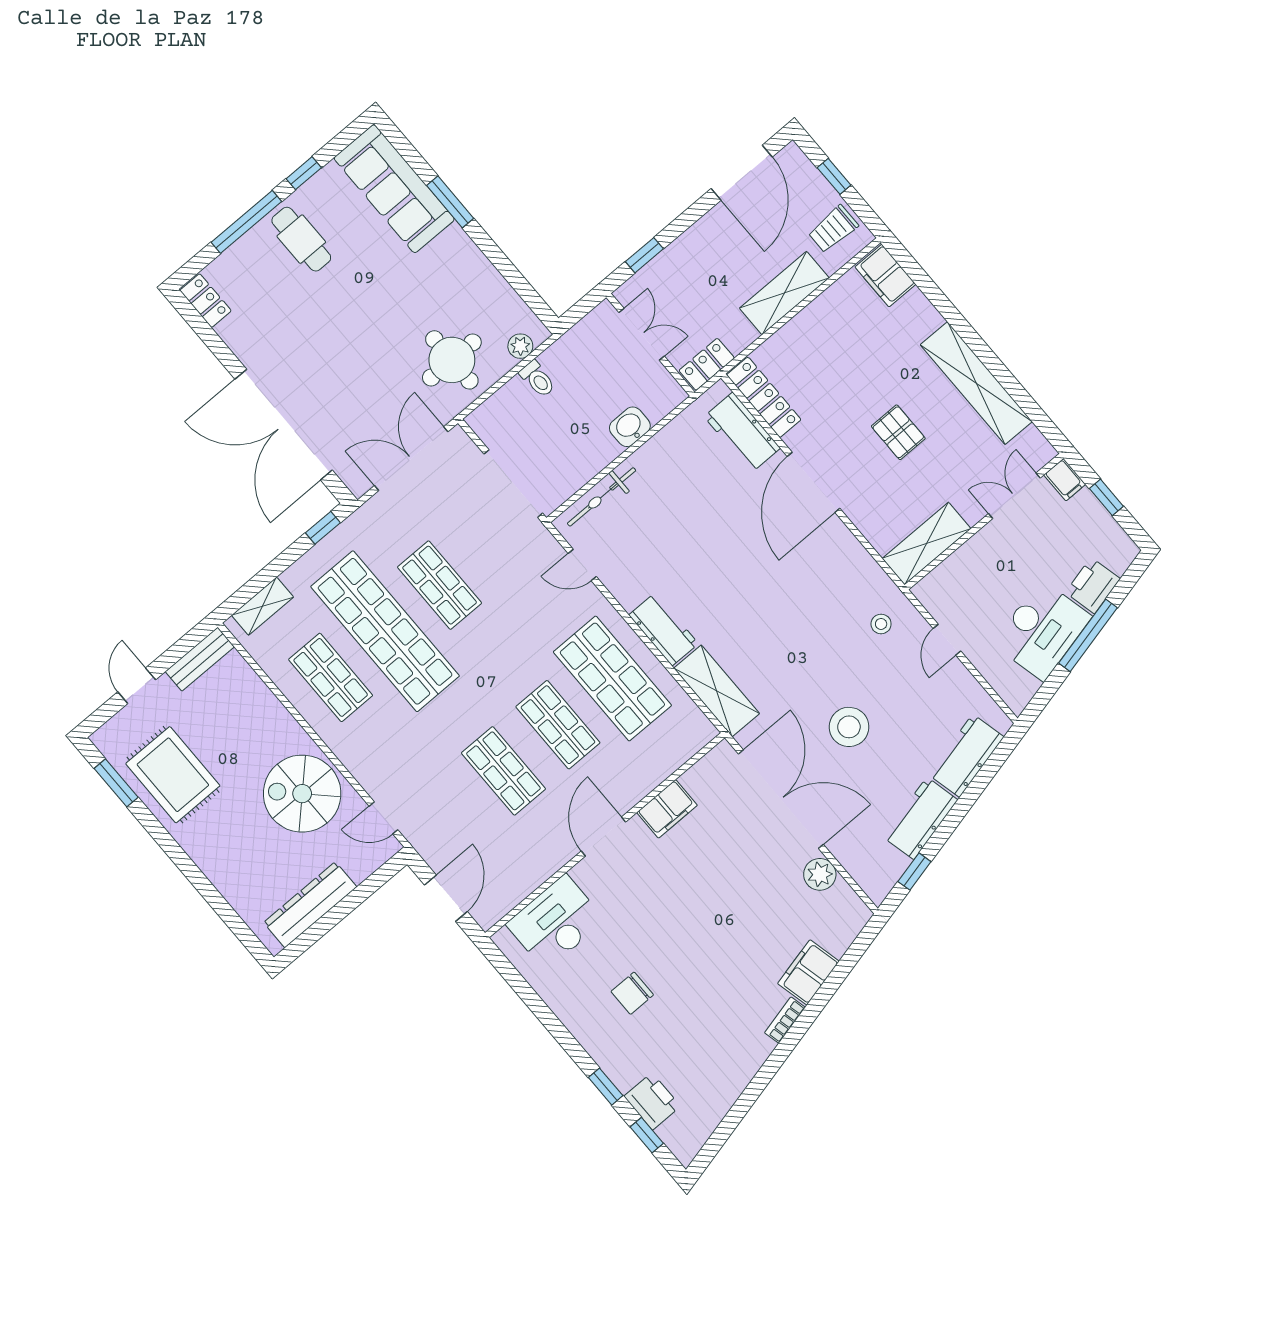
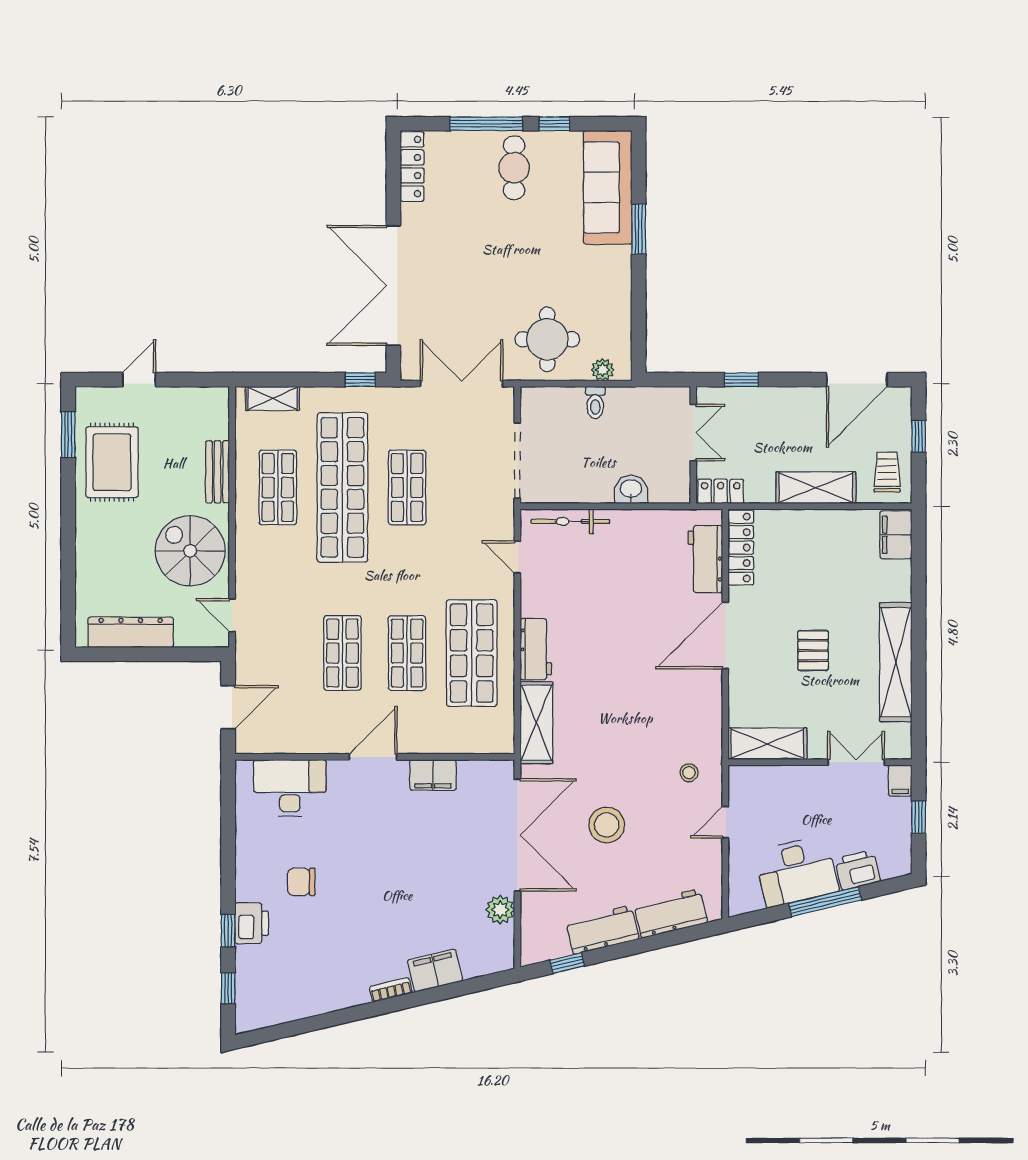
trolley: (833, 229) -> (887, 472), turned 90
locker: (205, 301) -> (412, 167), width x1.53
bench: (200, 659) -> (218, 472), moved, turned 90
printer: (652, 1101) -> (252, 923), moved

